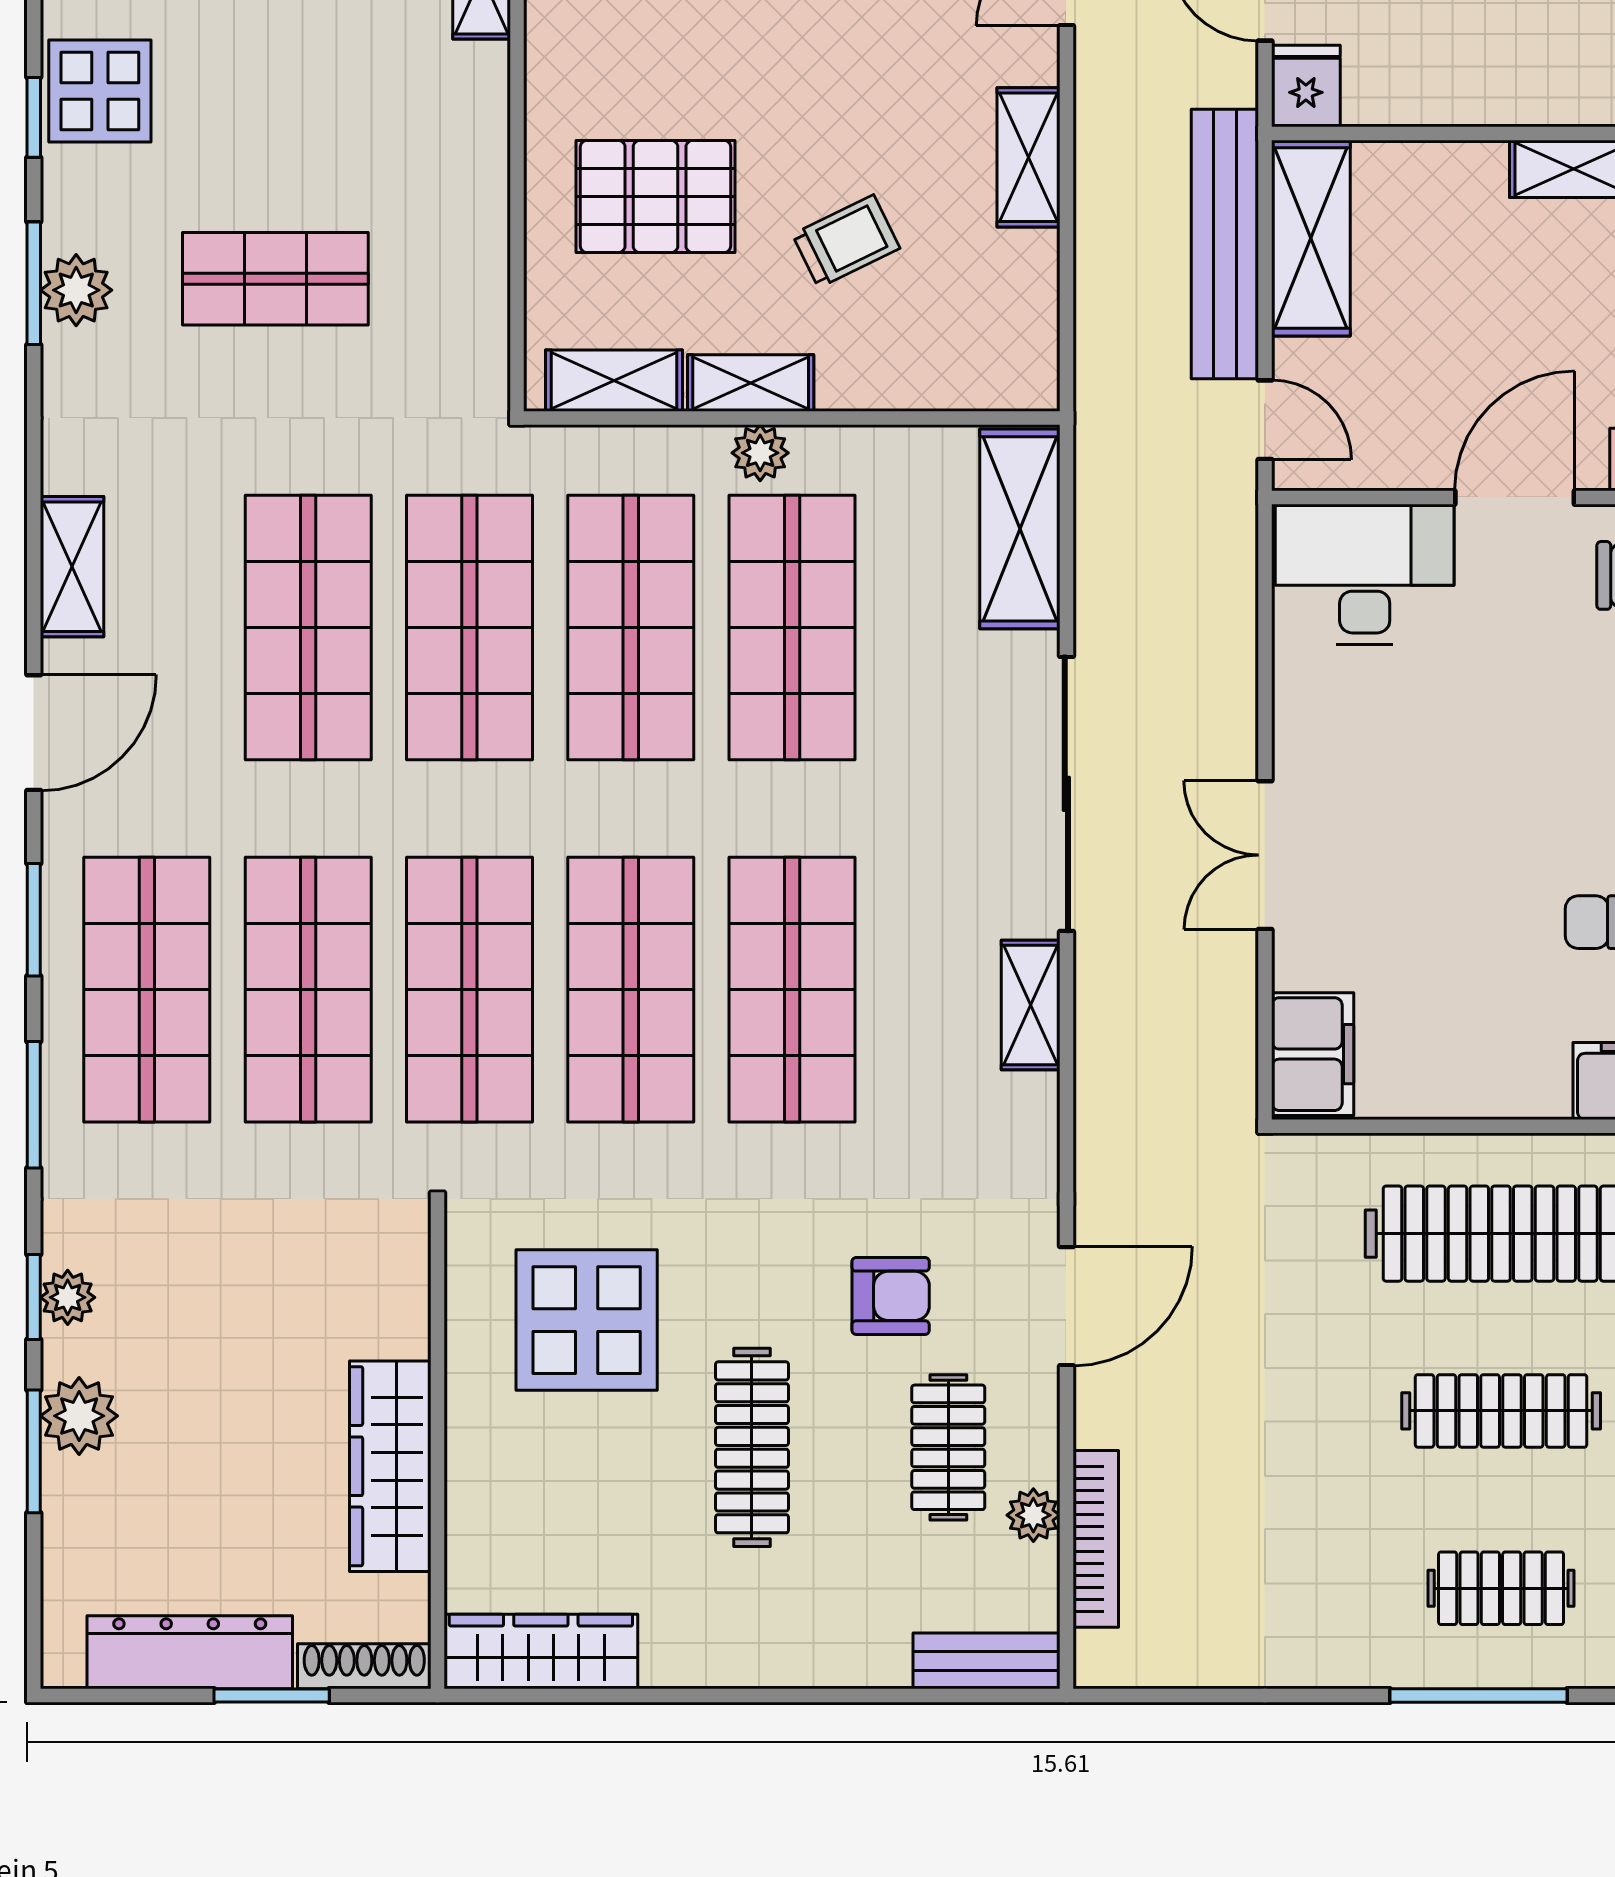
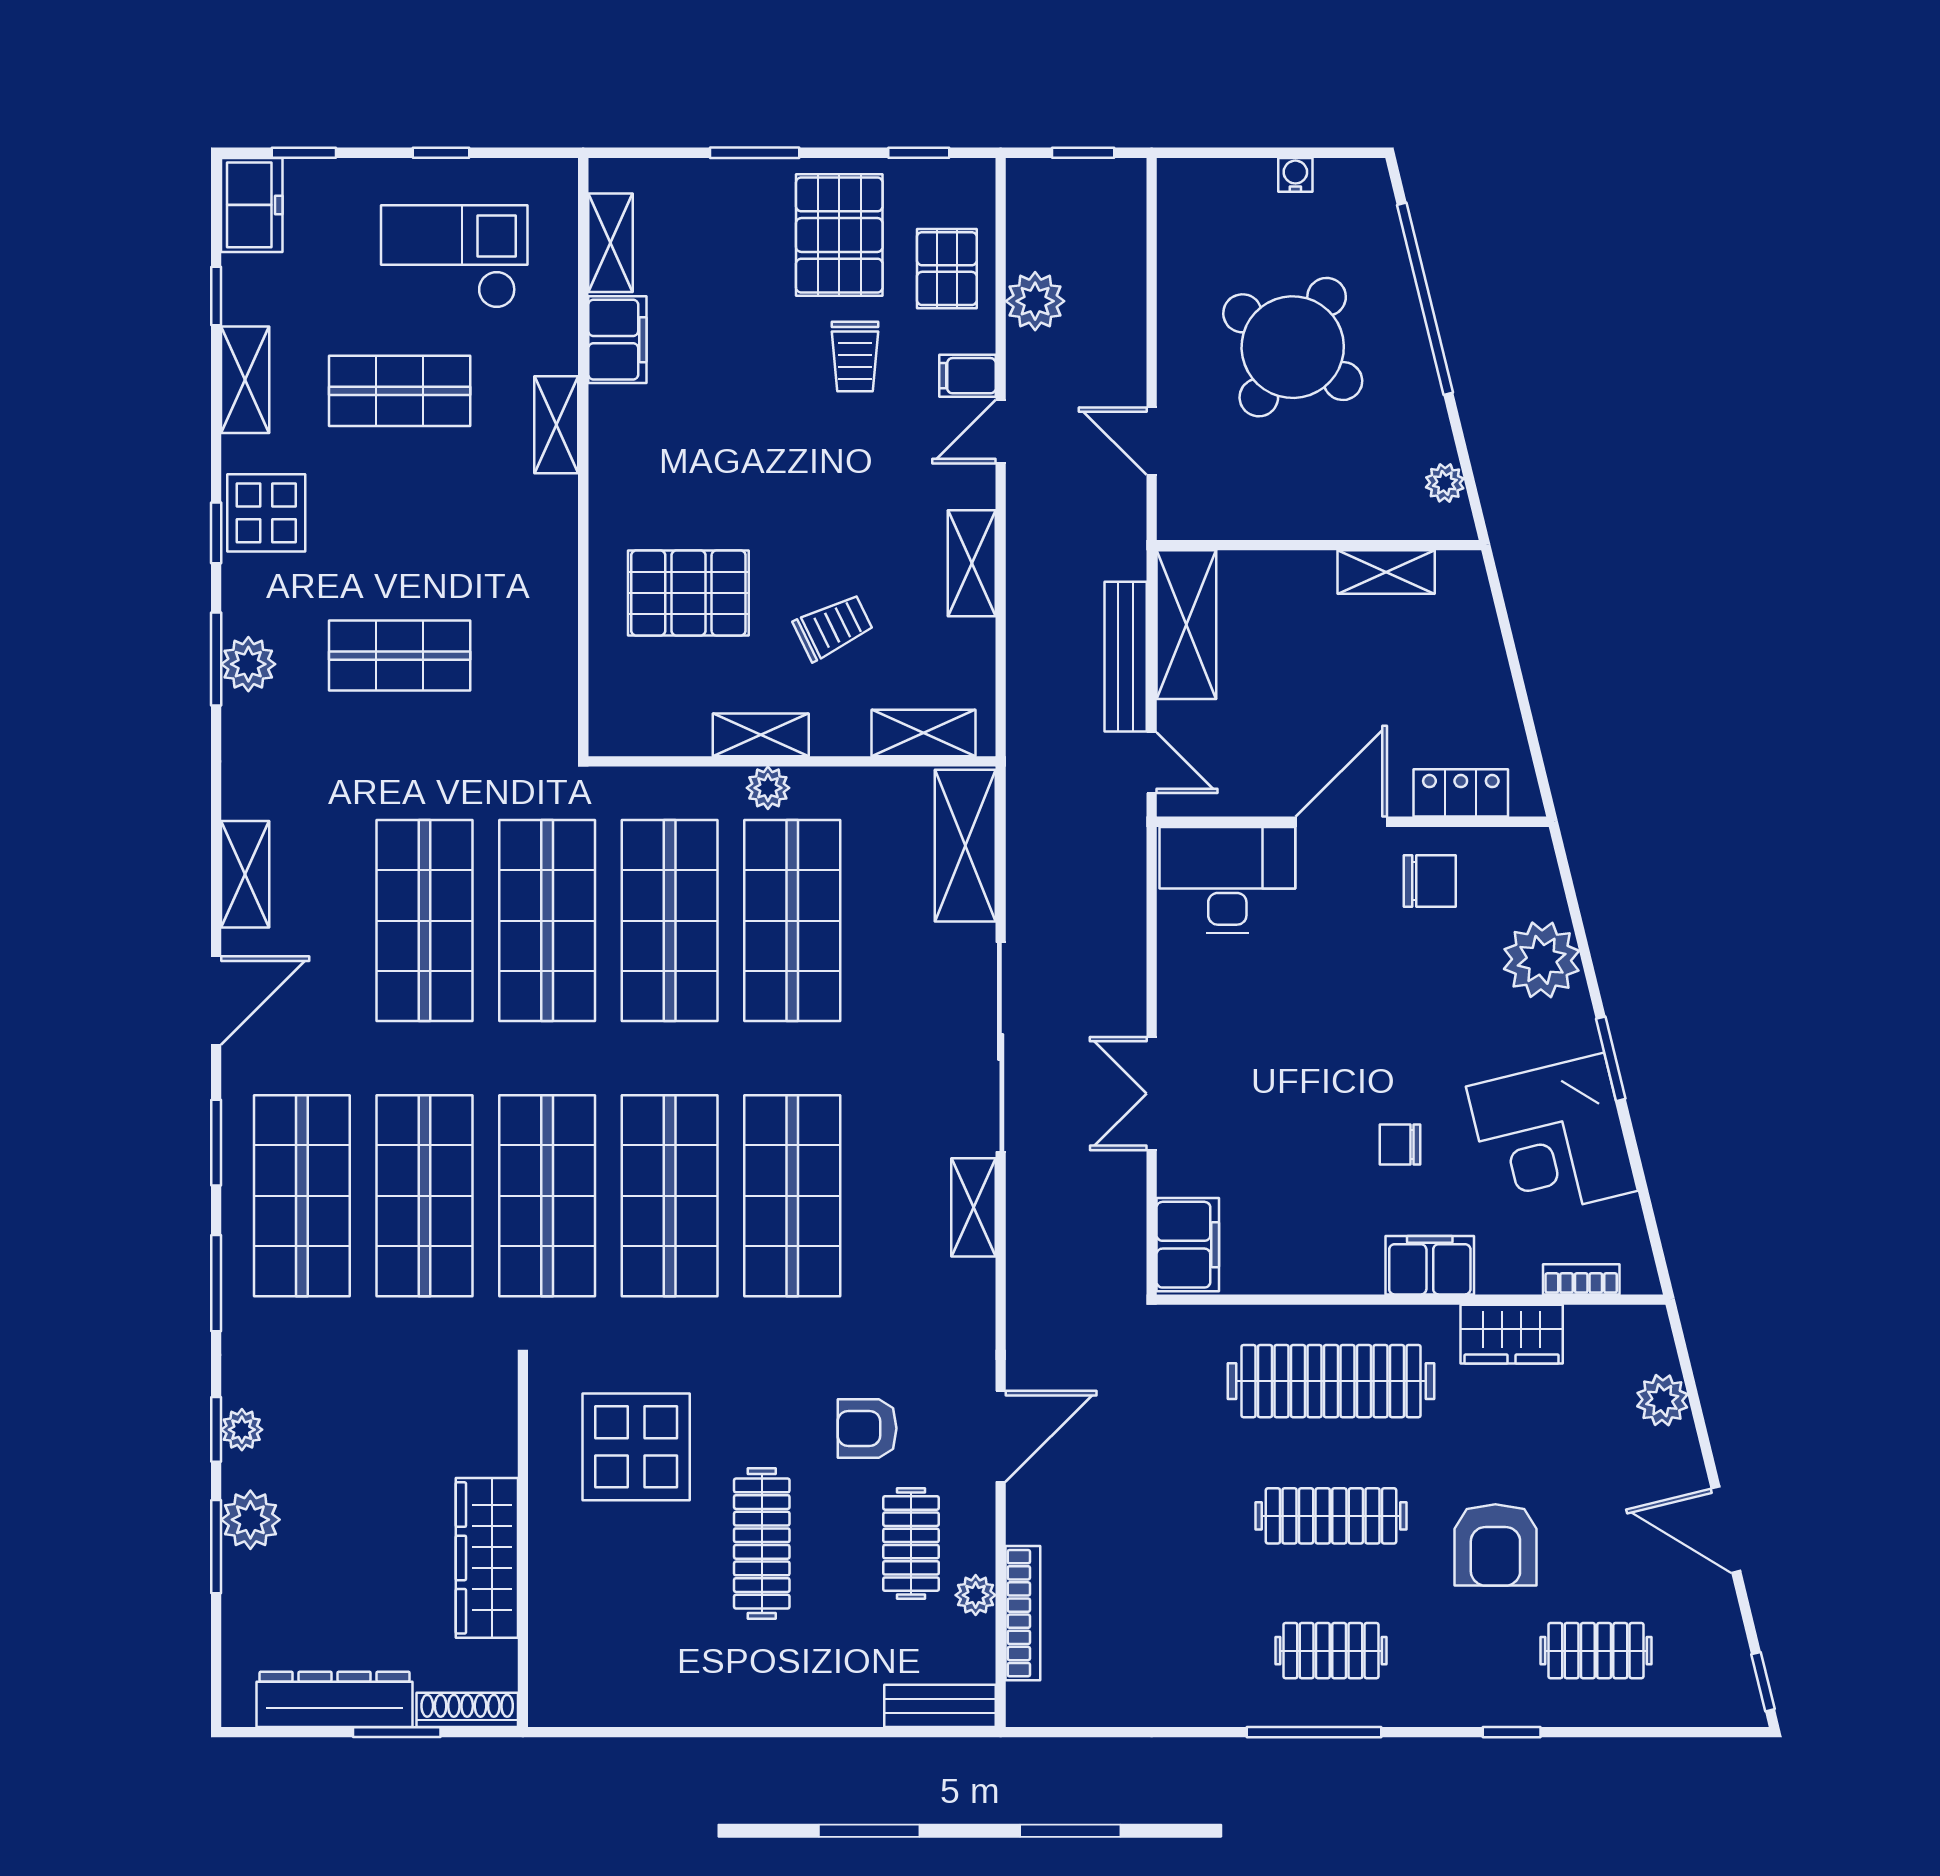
fridge: (1306, 86) -> (1183, 509), removed
bench: (1225, 244) -> (1126, 657), width x0.73, depth x0.82
shelving: (614, 381) -> (923, 733), moved
armchair: (891, 1296) -> (867, 1428), turned 180
wardrobe: (541, 1652) -> (601, 1699), removed

